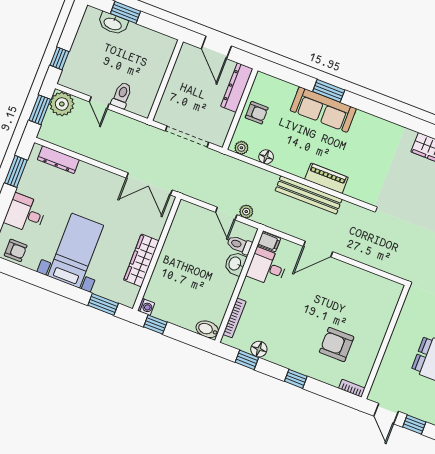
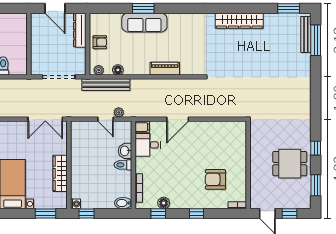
bench: (309, 195) -> (106, 85), moved
toilet: (239, 245) -> (123, 165), moved

